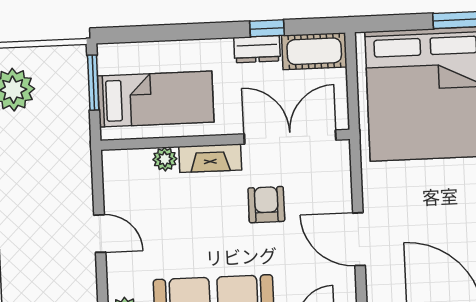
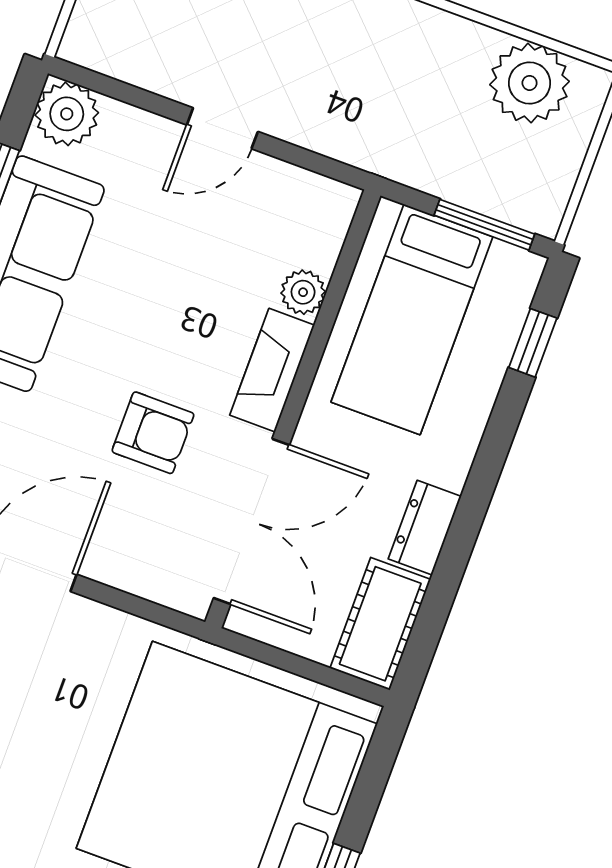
window: (267, 28) -> (533, 343), moved

